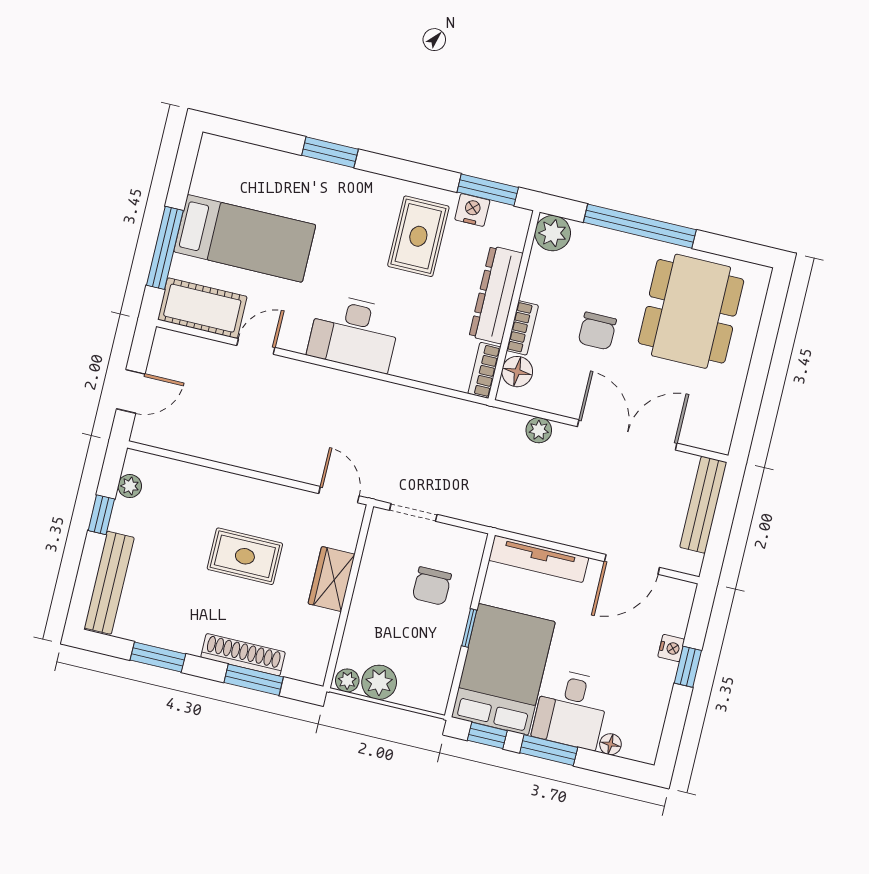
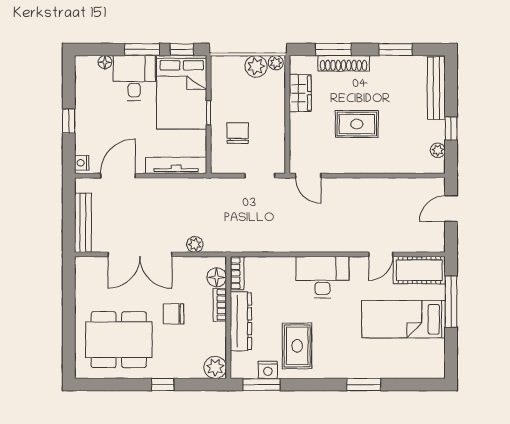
window: (640, 226) -> (163, 385), width x0.32
dining table: (691, 311) -> (119, 340), turned 90
chair: (597, 331) -> (173, 314), turned -90
wardrobe: (332, 579) -> (300, 93), moved
nightstand: (671, 648) -> (82, 163), moved

